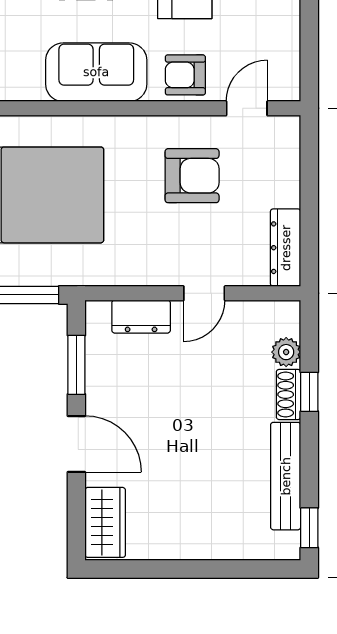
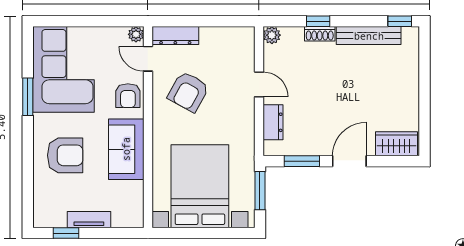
plant: (288, 88) -> (136, 34), added
armchair: (192, 176) -> (188, 92), turned -151
dresser: (286, 248) -> (175, 36), moved
plant: (286, 352) -> (272, 35), moved

